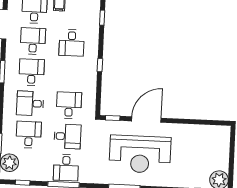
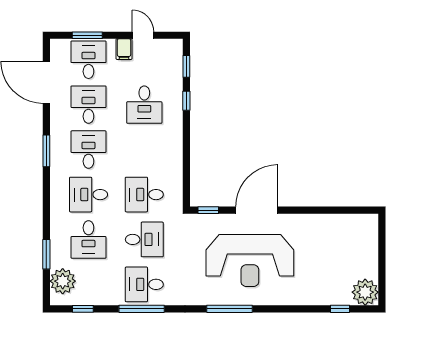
window: (100, 65) -> (186, 101), moved
desk: (69, 105) -> (144, 195), turned -90
desk: (29, 135) -> (88, 239), turned 180
desk: (66, 168) -> (144, 284), turned 90

